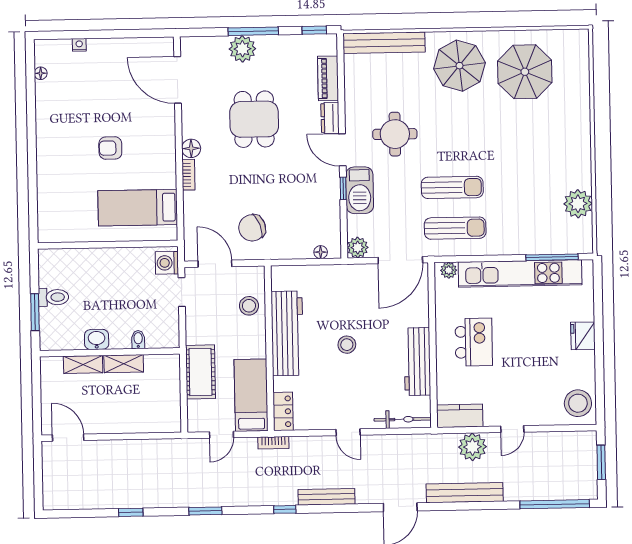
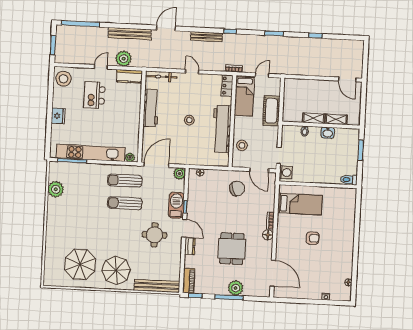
piano: (328, 78) -> (189, 281), moved
toilet: (54, 297) -> (349, 180), moved
kitchen island: (474, 342) -> (95, 95), moved

